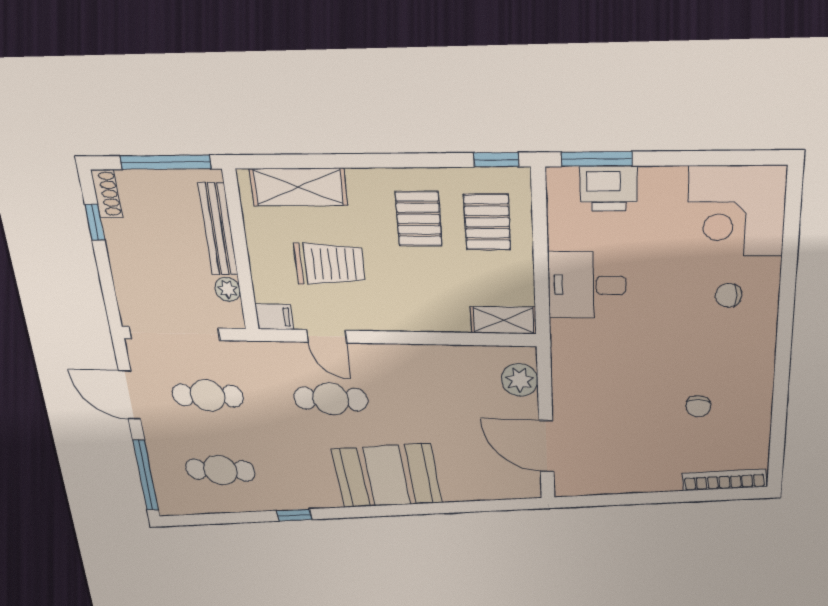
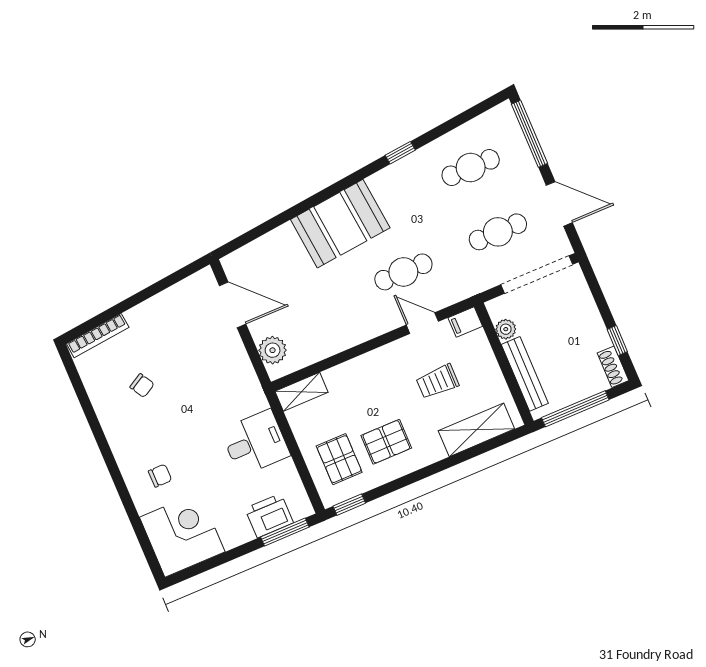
pallet: (419, 219) -> (386, 442), turned 90
trolley: (329, 264) -> (437, 382), width x0.73, depth x0.72
chair: (698, 406) -> (142, 386), turned 150

